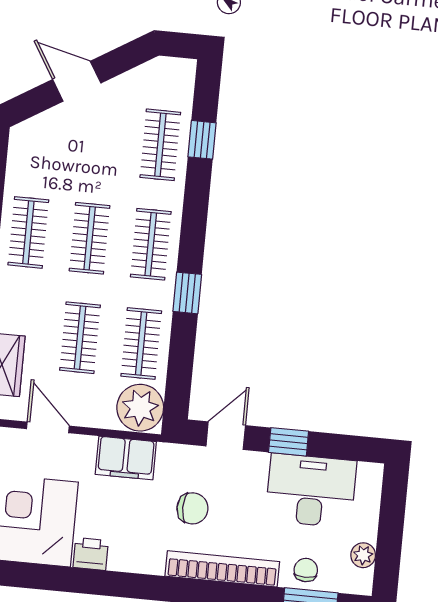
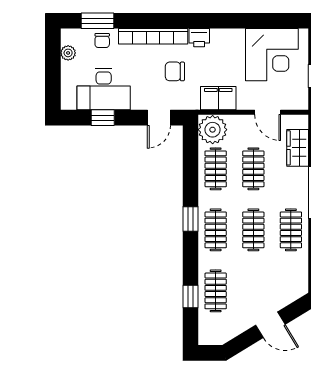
window: (187, 293) -> (191, 219), moved
window: (289, 442) -> (103, 118), moved
printer: (91, 554) -> (199, 38), moved

